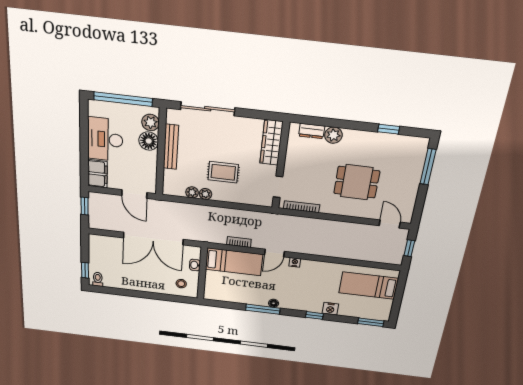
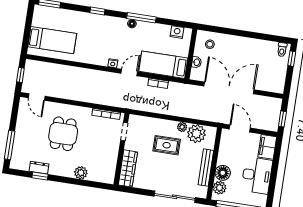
dresser: (312, 131) -> (39, 168), moved
dining table: (357, 182) -> (63, 134), turned 90
plant: (192, 192) -> (196, 134), width x1.87, depth x1.87
nightstand: (330, 309) -> (177, 32), moved

